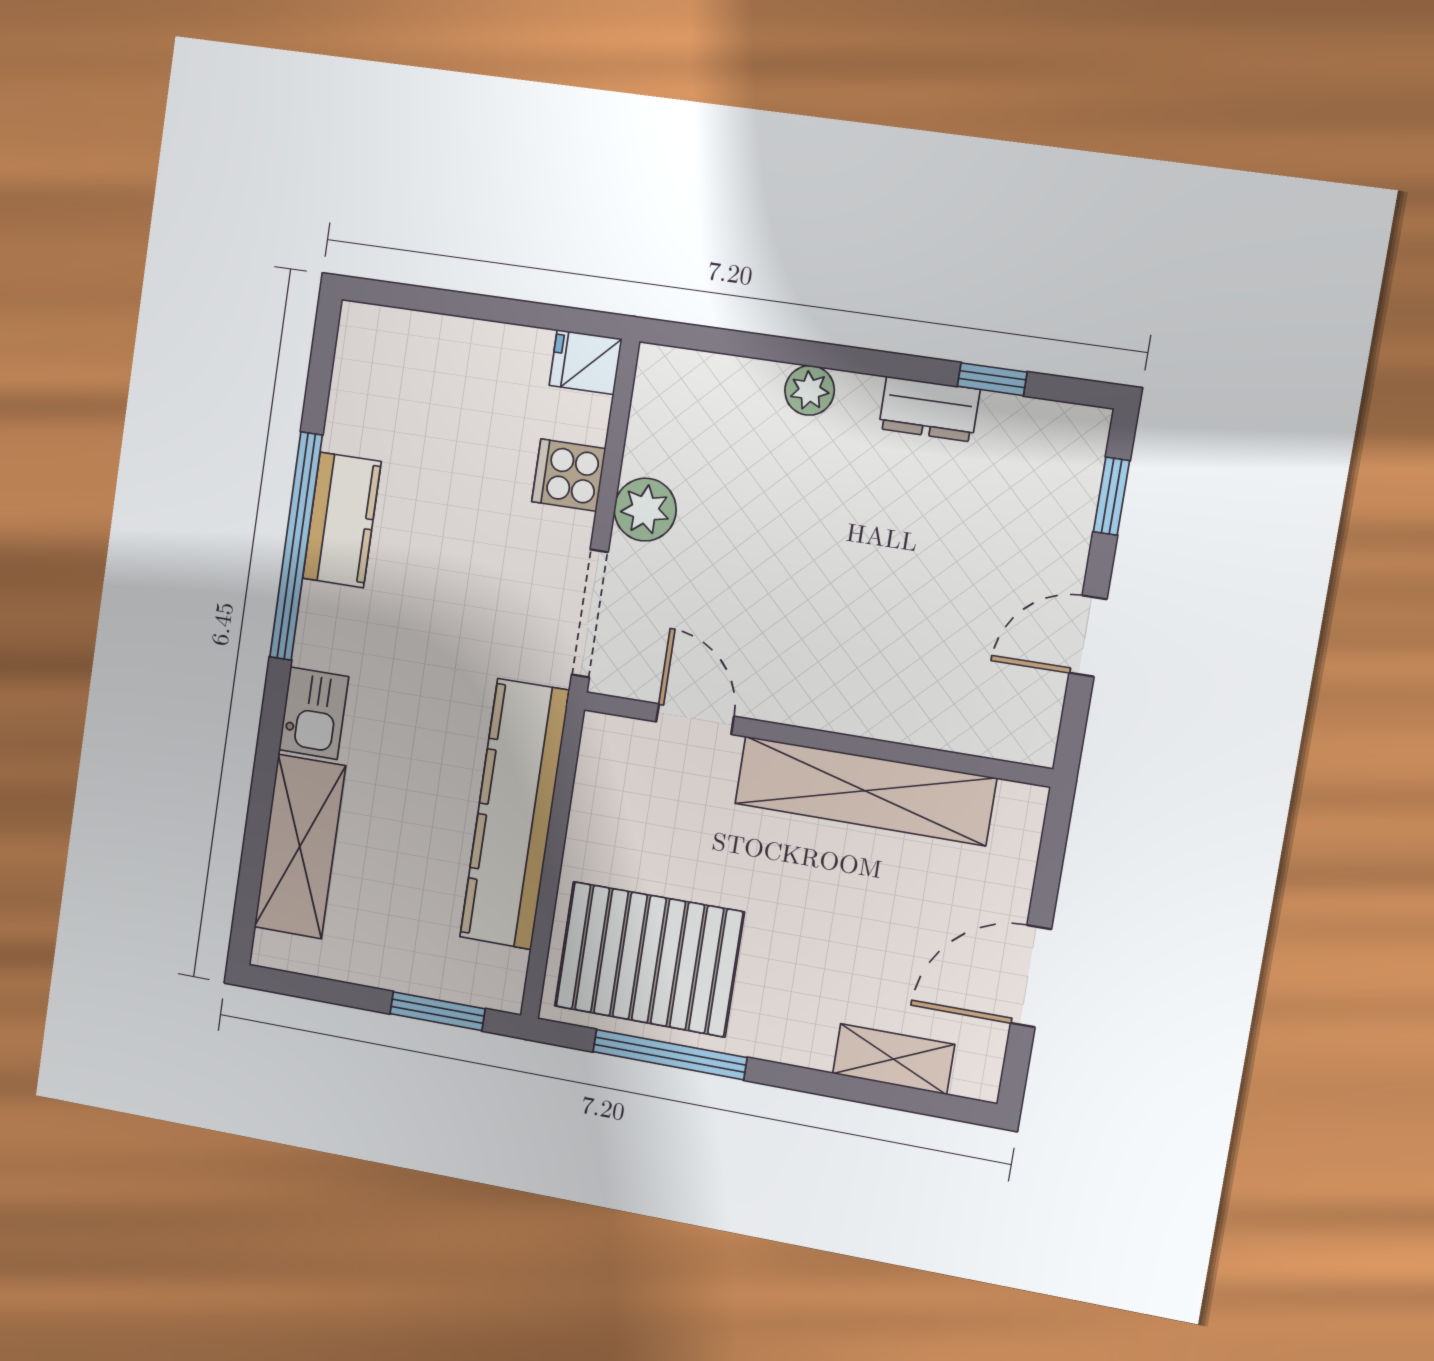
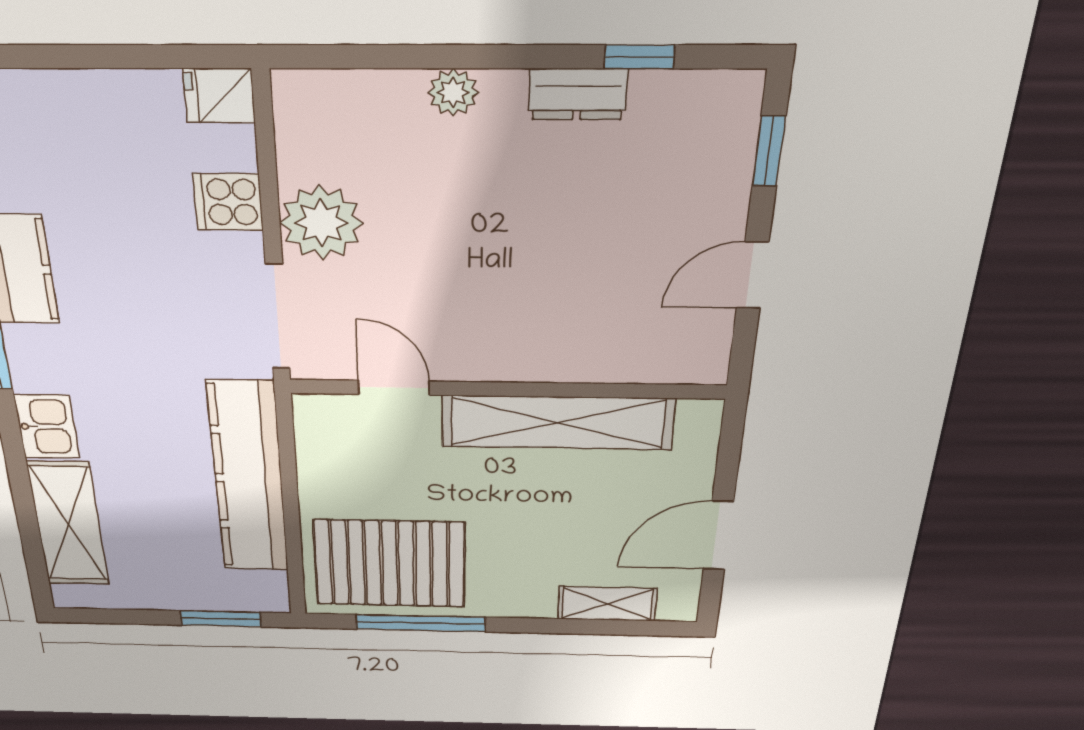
plant: (645, 510) -> (321, 223), width x1.36, depth x1.36

